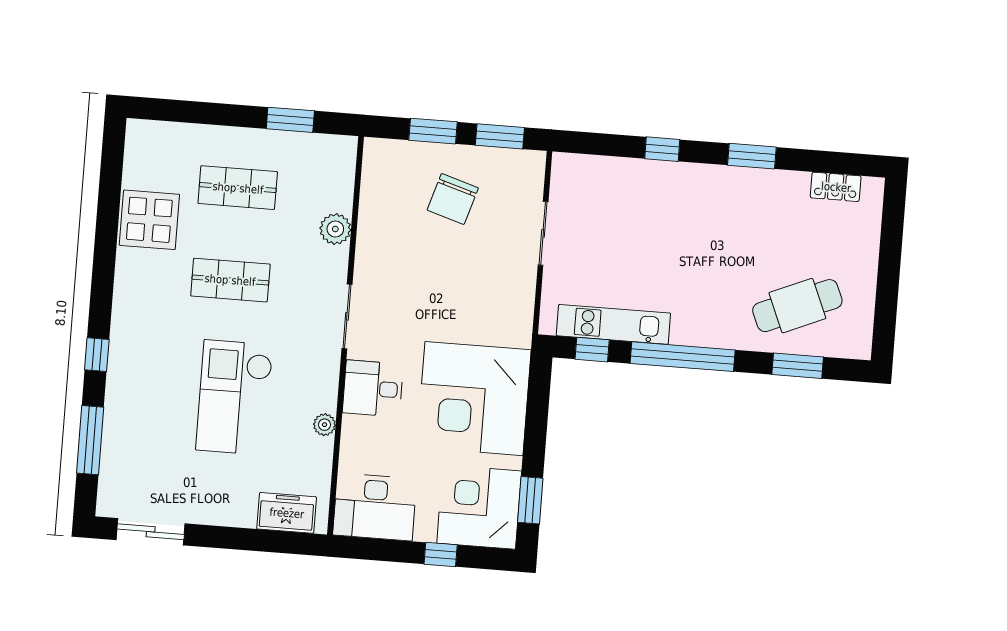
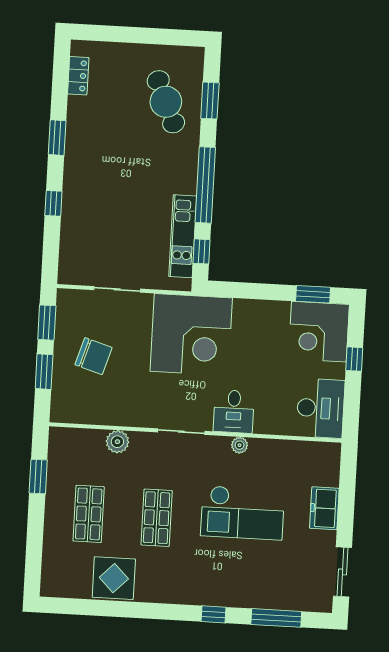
corner desk: (474, 399) -> (191, 335), moved
plant: (324, 425) -> (240, 445), moved
freezer: (287, 513) -> (324, 508), moved

